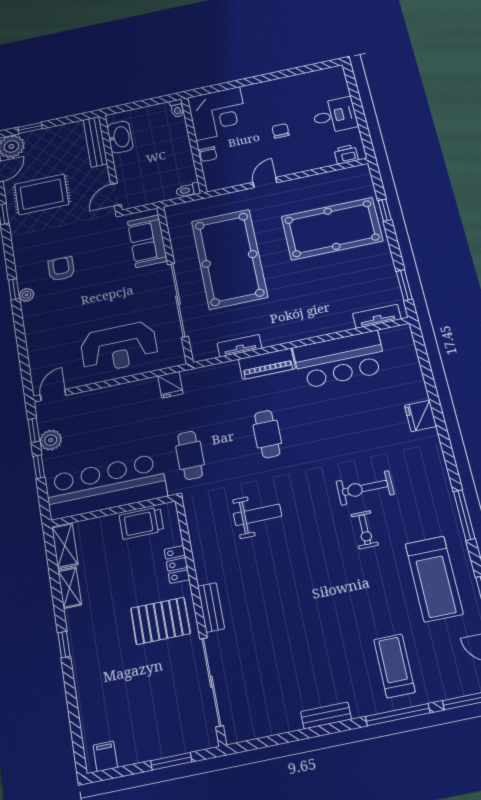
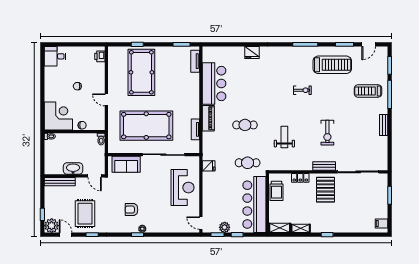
desk: (335, 115) -> (55, 56), moved, turned -90
washbasin: (120, 137) -> (73, 168), moved
exercise bike: (365, 488) -> (327, 133), moved

